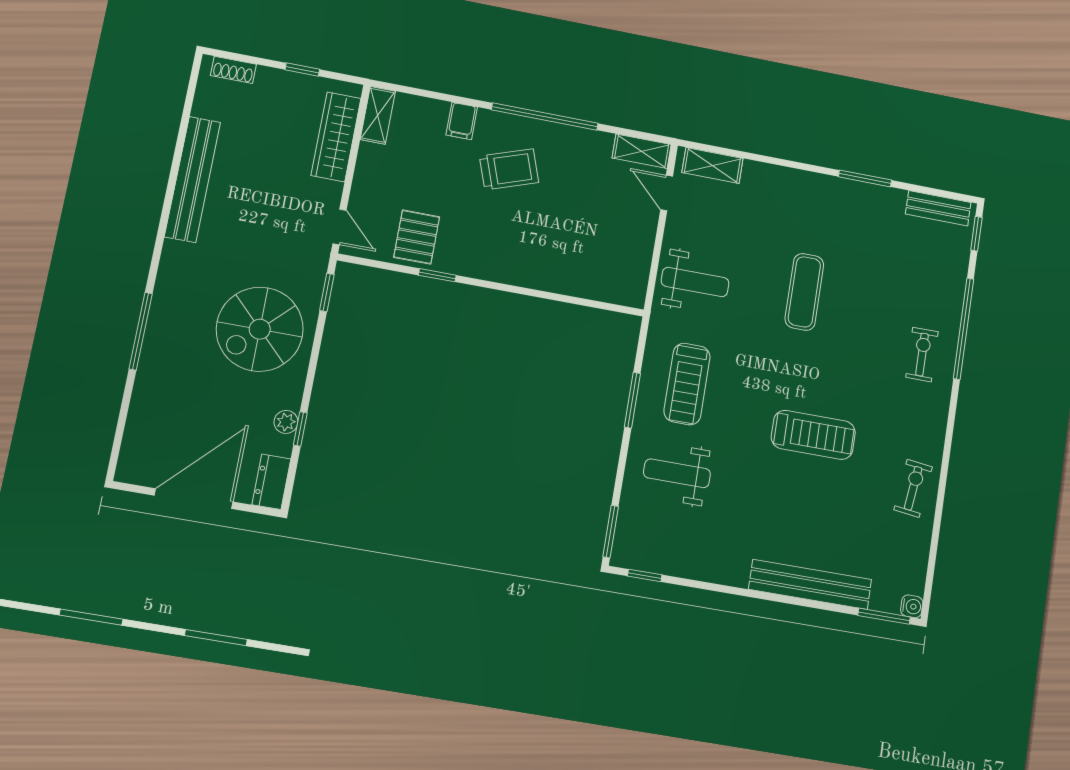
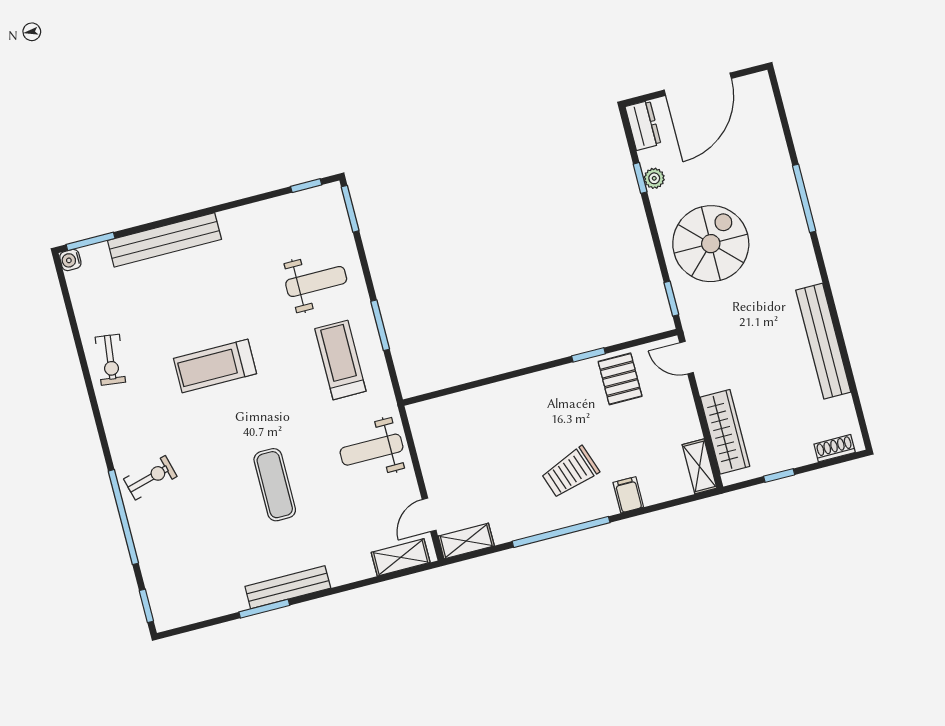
door: (667, 193) -> (429, 515), swing flipped
bench: (938, 208) -> (288, 587), moved, width x1.36
exercise bike: (922, 355) -> (150, 478), turned -105

